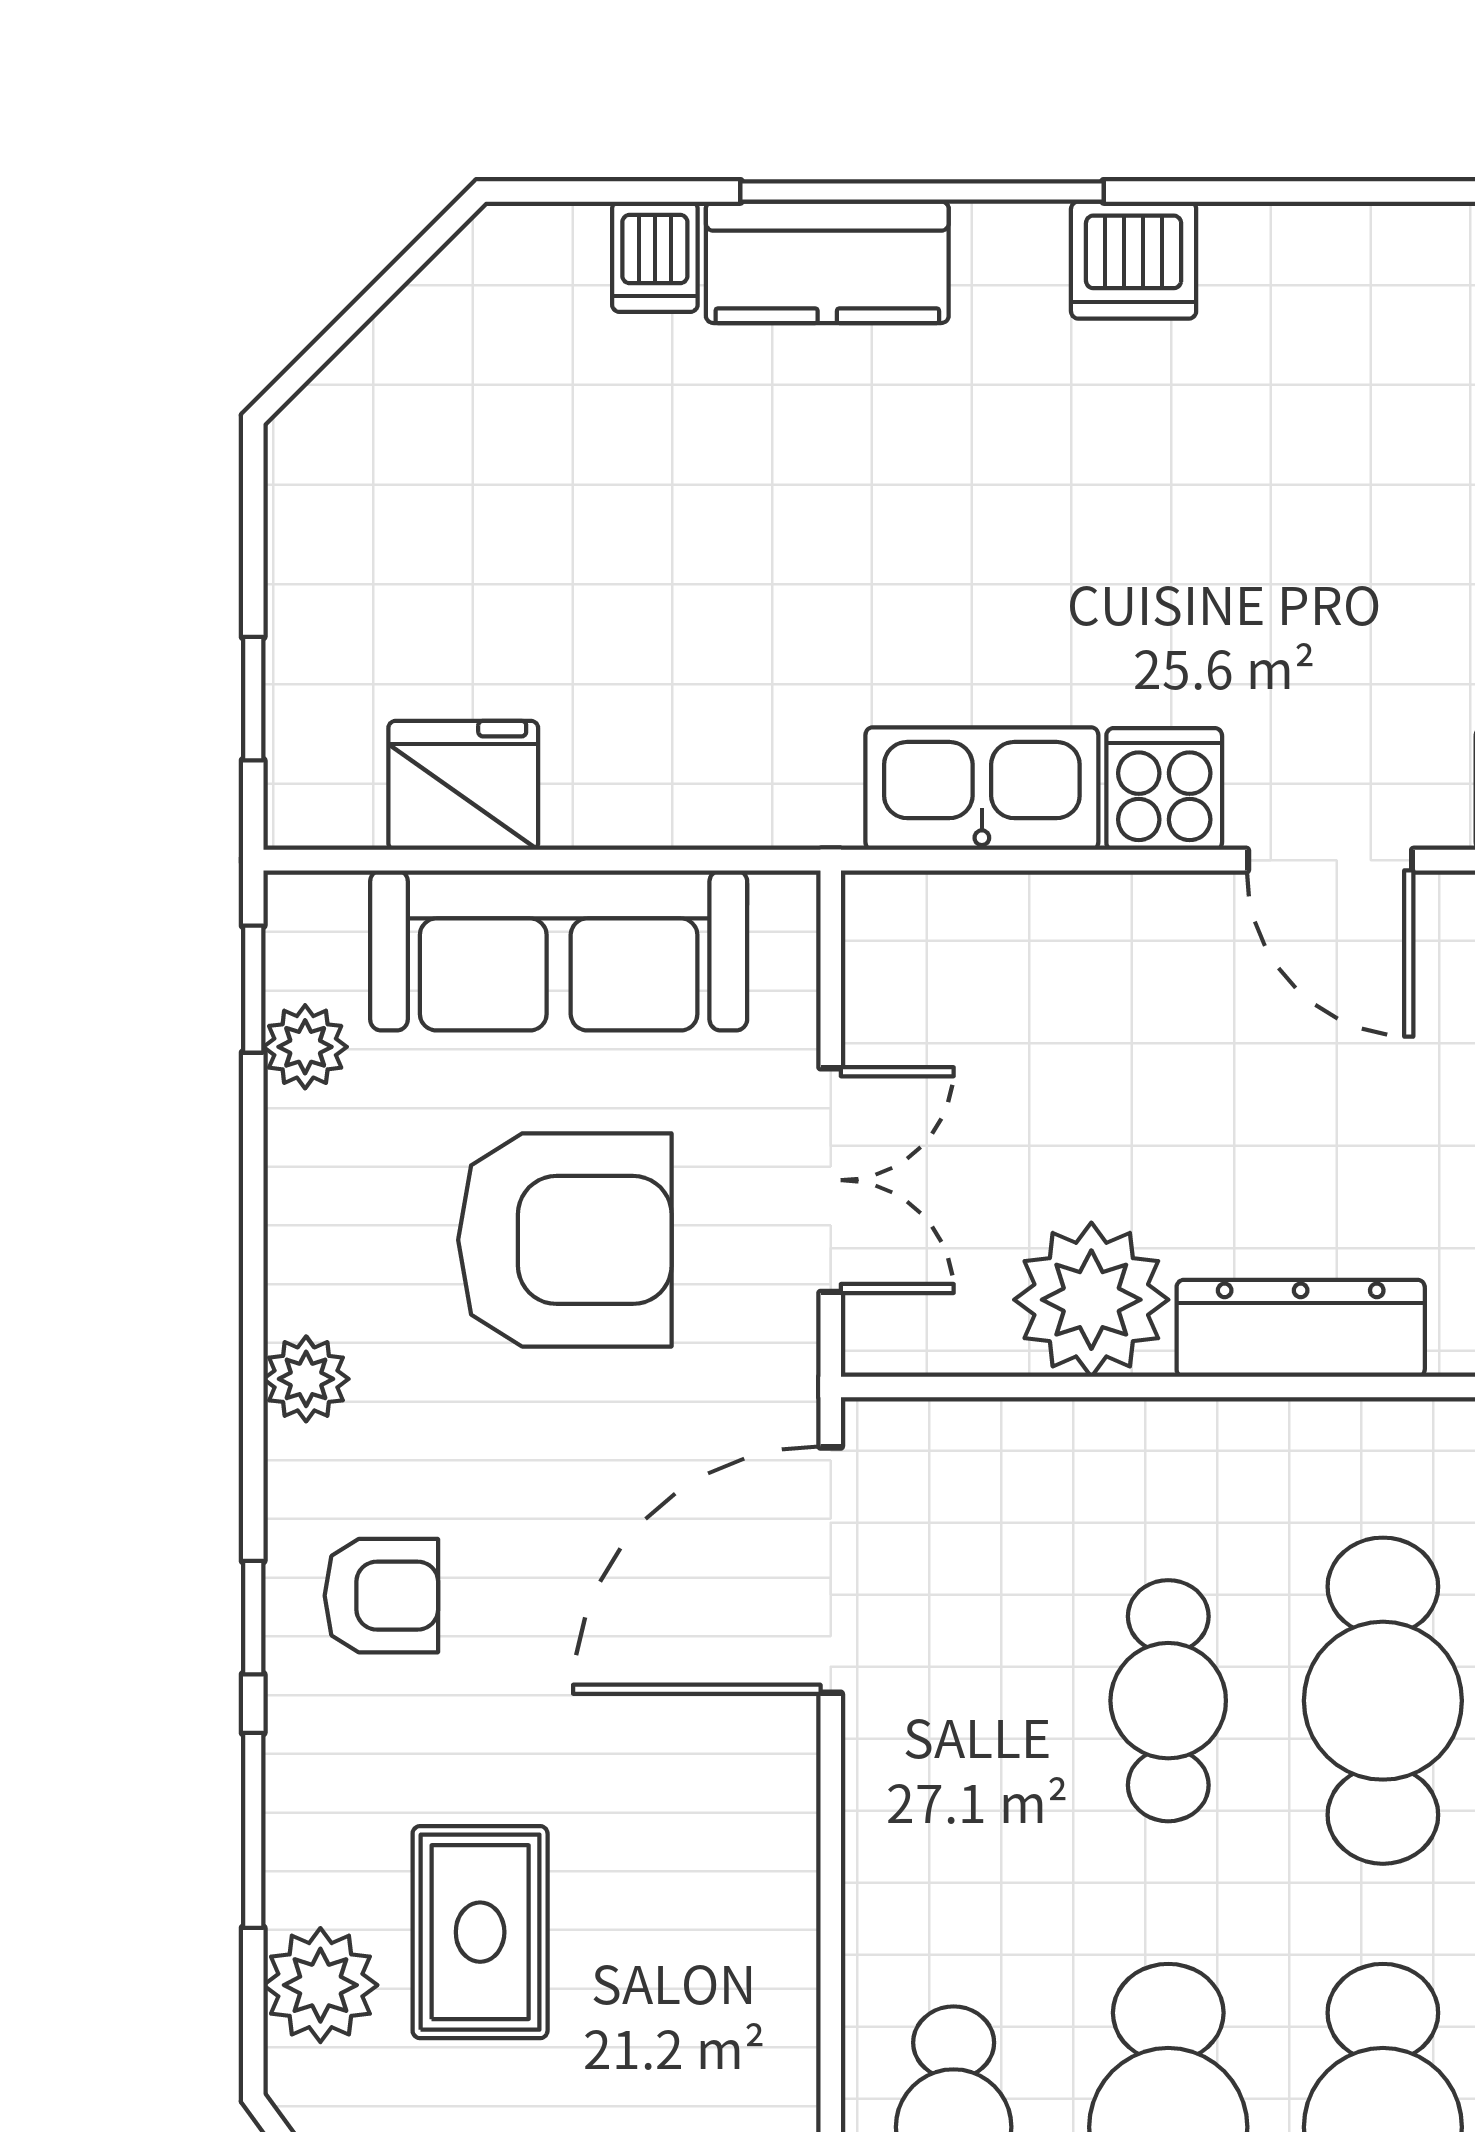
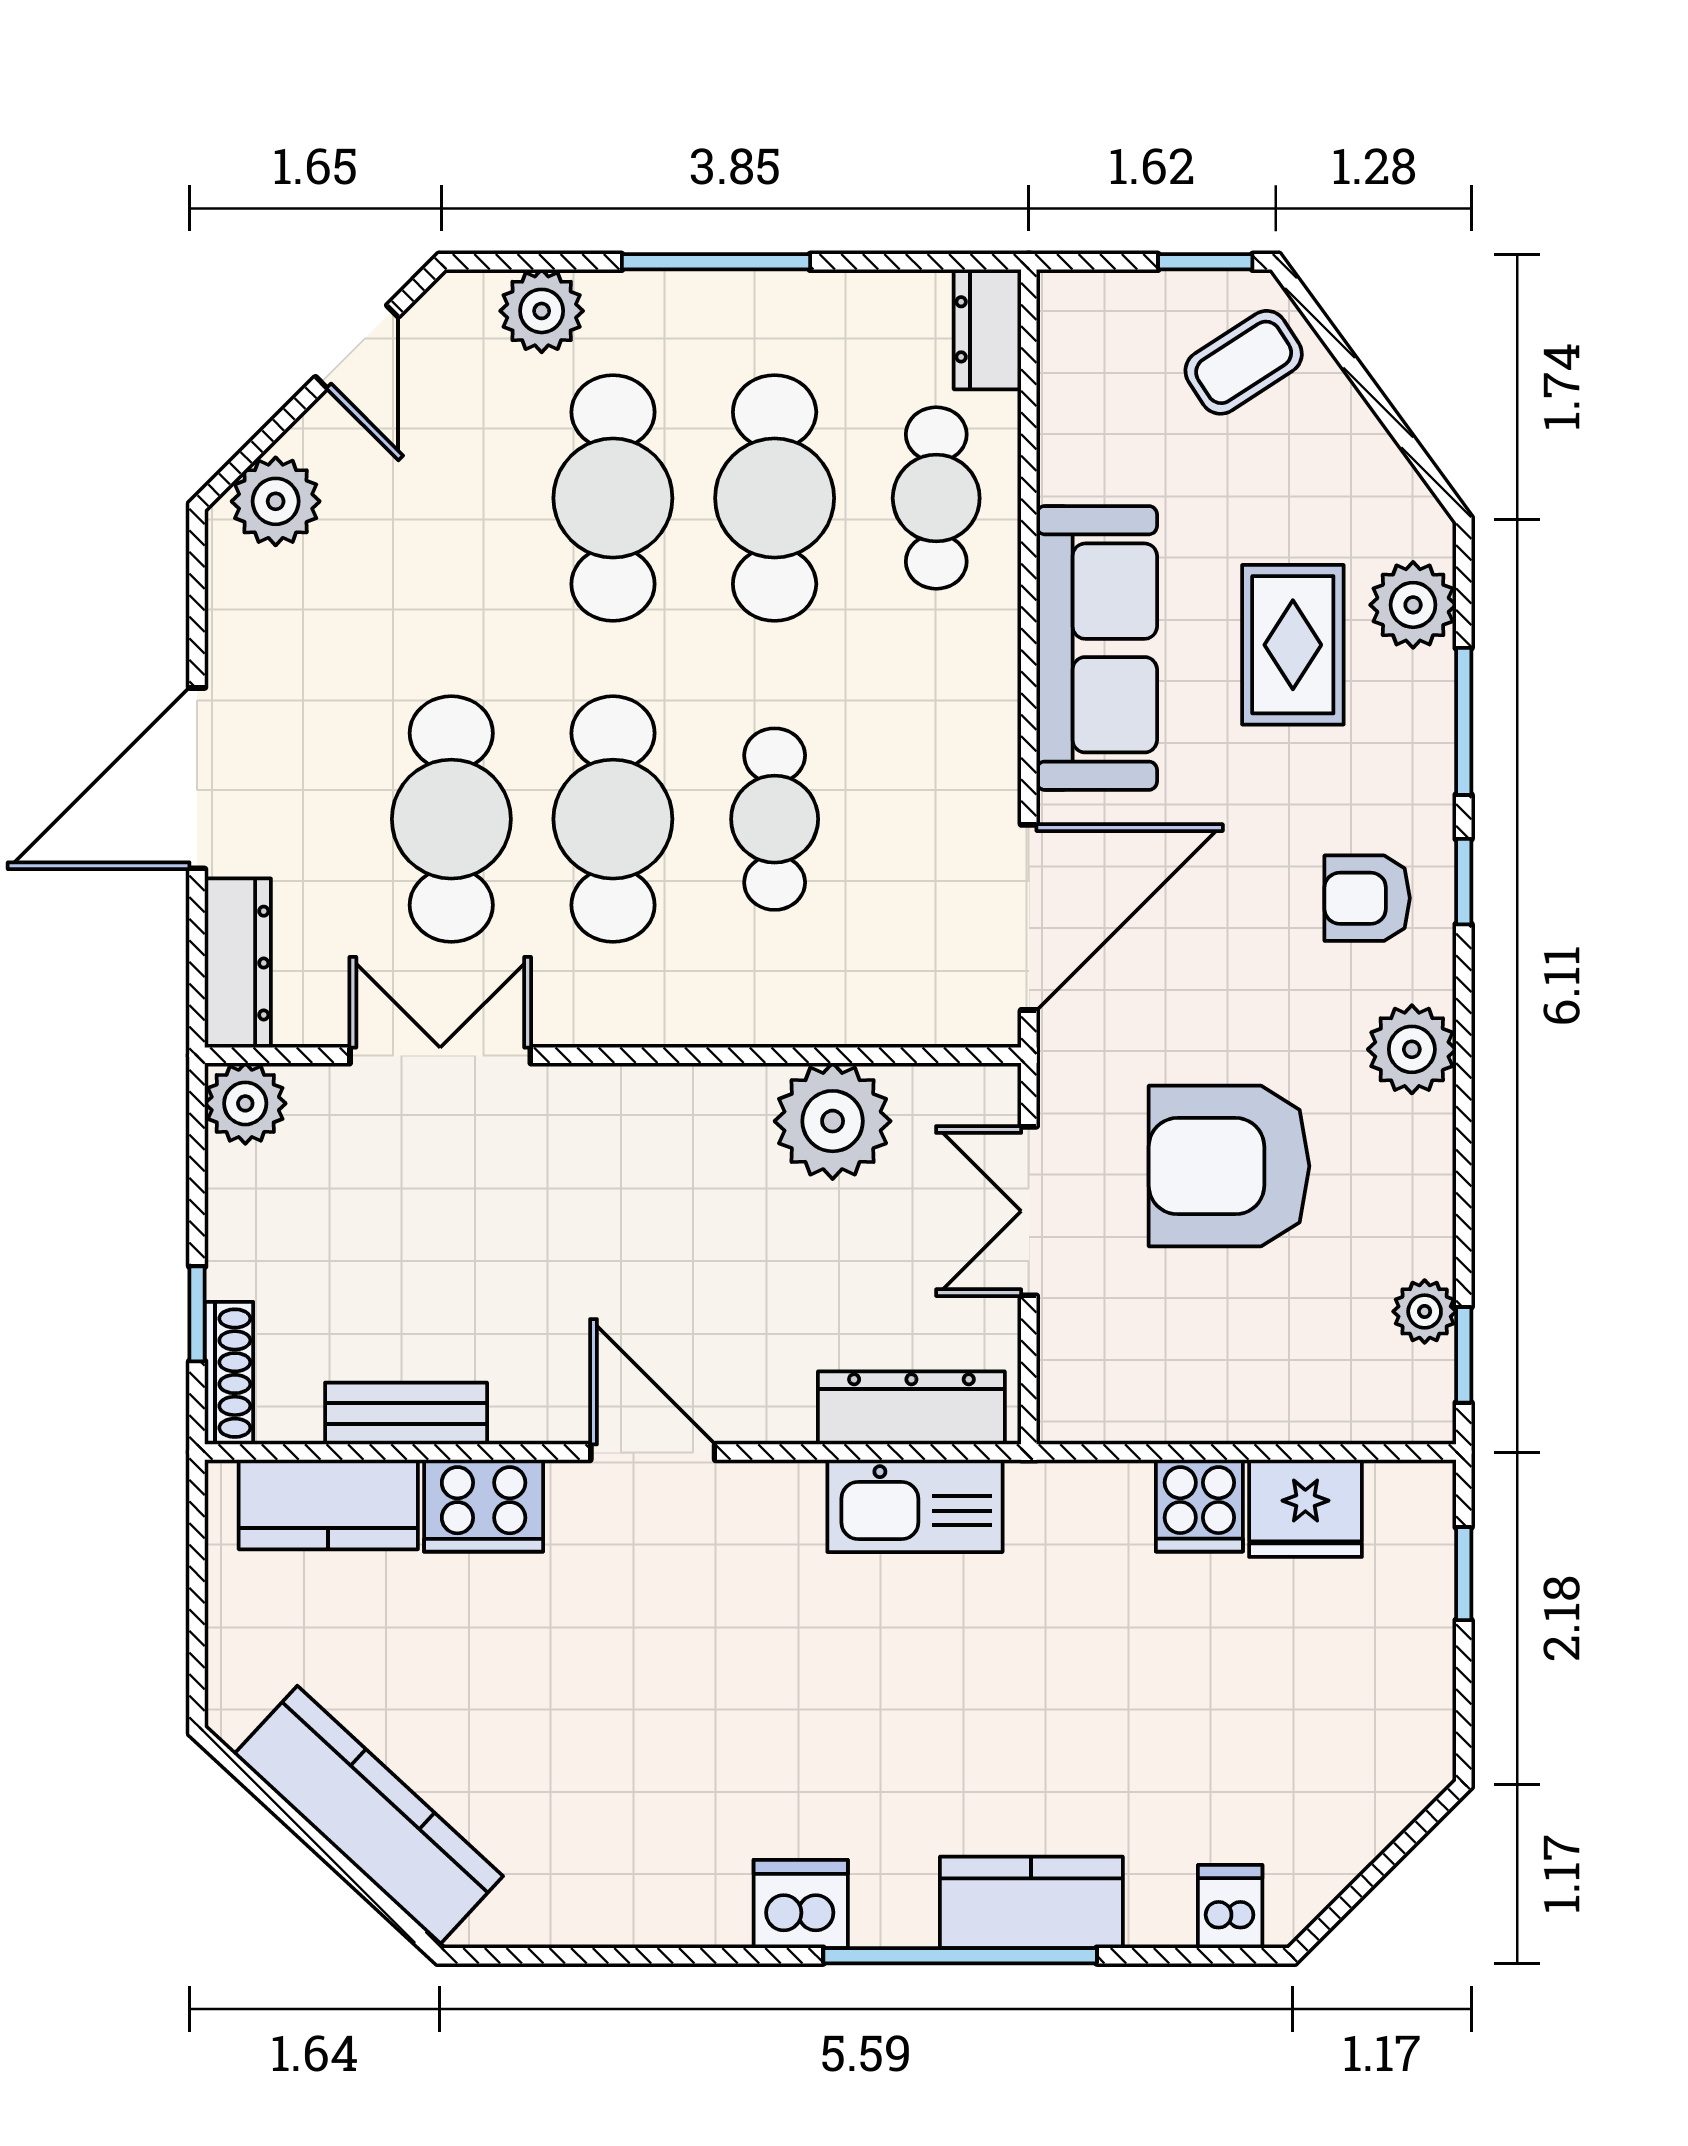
dishwasher: (655, 257) -> (1230, 1906), moved
cooker: (1164, 789) -> (1199, 1506), moved
sofa: (559, 950) -> (1097, 648), moved, turned 90
dresser: (1301, 1328) -> (911, 1408), moved, turned 180
plant: (306, 1379) -> (1412, 1049), width x1.38, depth x1.38

